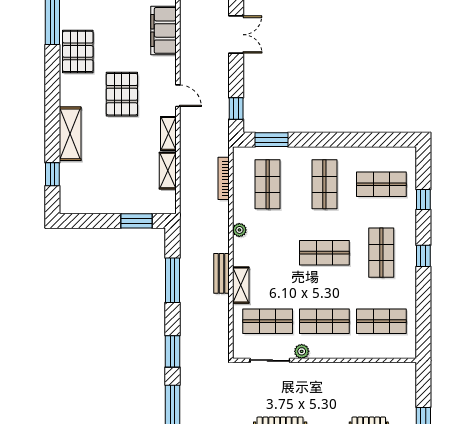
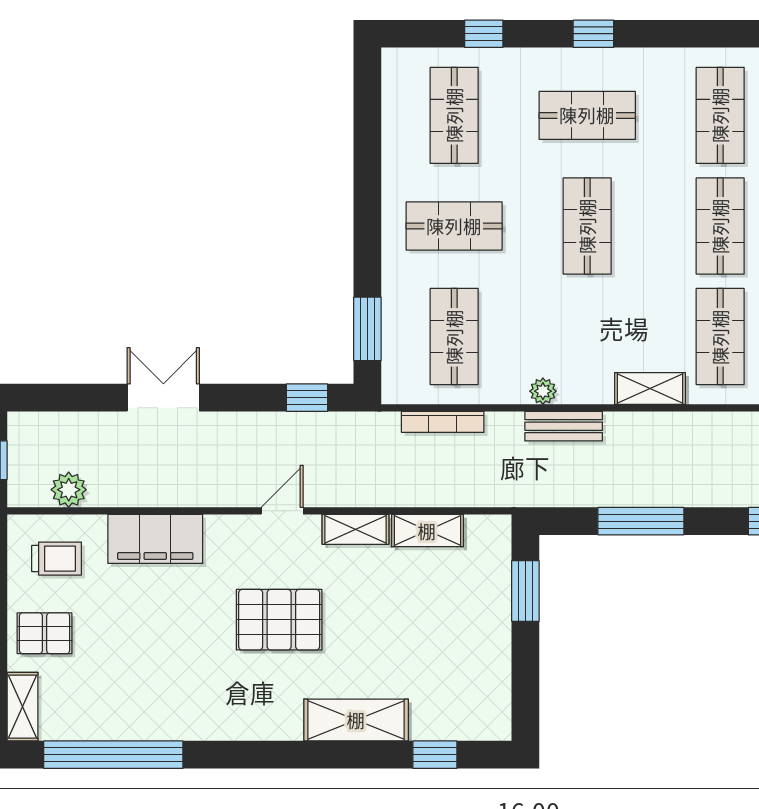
pallet: (78, 51) -> (196, 705), removed
shop shelf: (268, 184) -> (454, 337), turned 90
bench: (221, 273) -> (564, 426), moved

